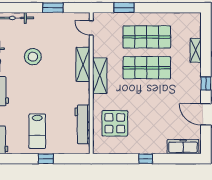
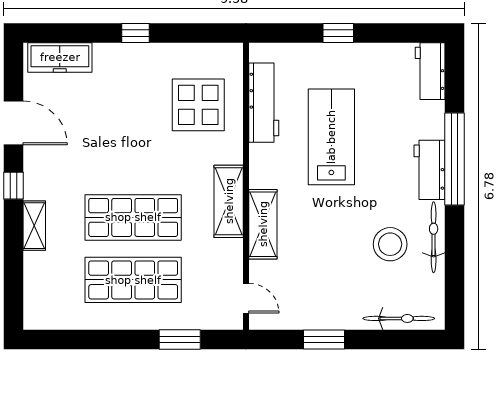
shelving: (196, 50) -> (34, 226), moved
stool: (33, 57) -> (390, 244), moved
lab bench: (37, 131) -> (331, 137), moved, width x1.36, depth x1.39

